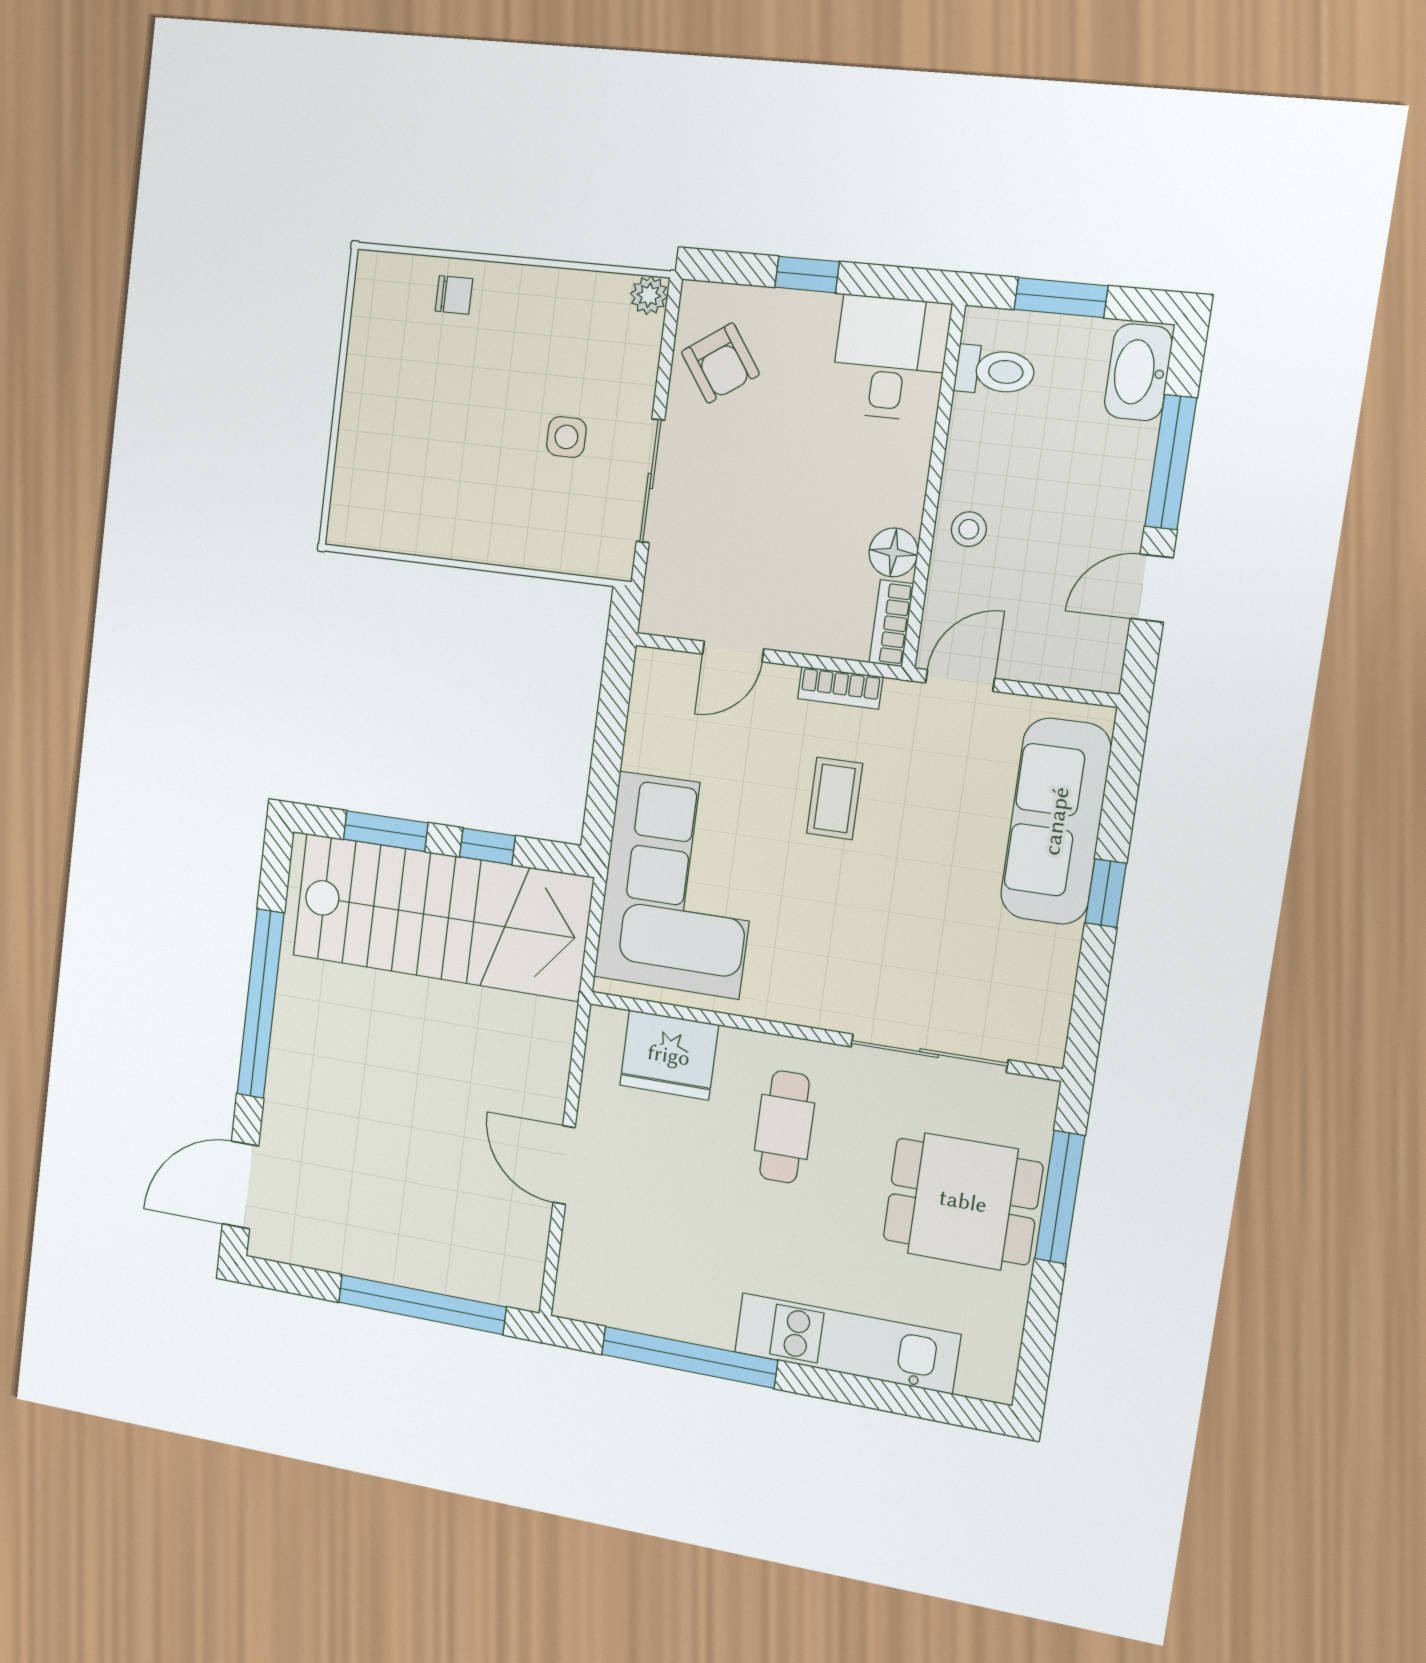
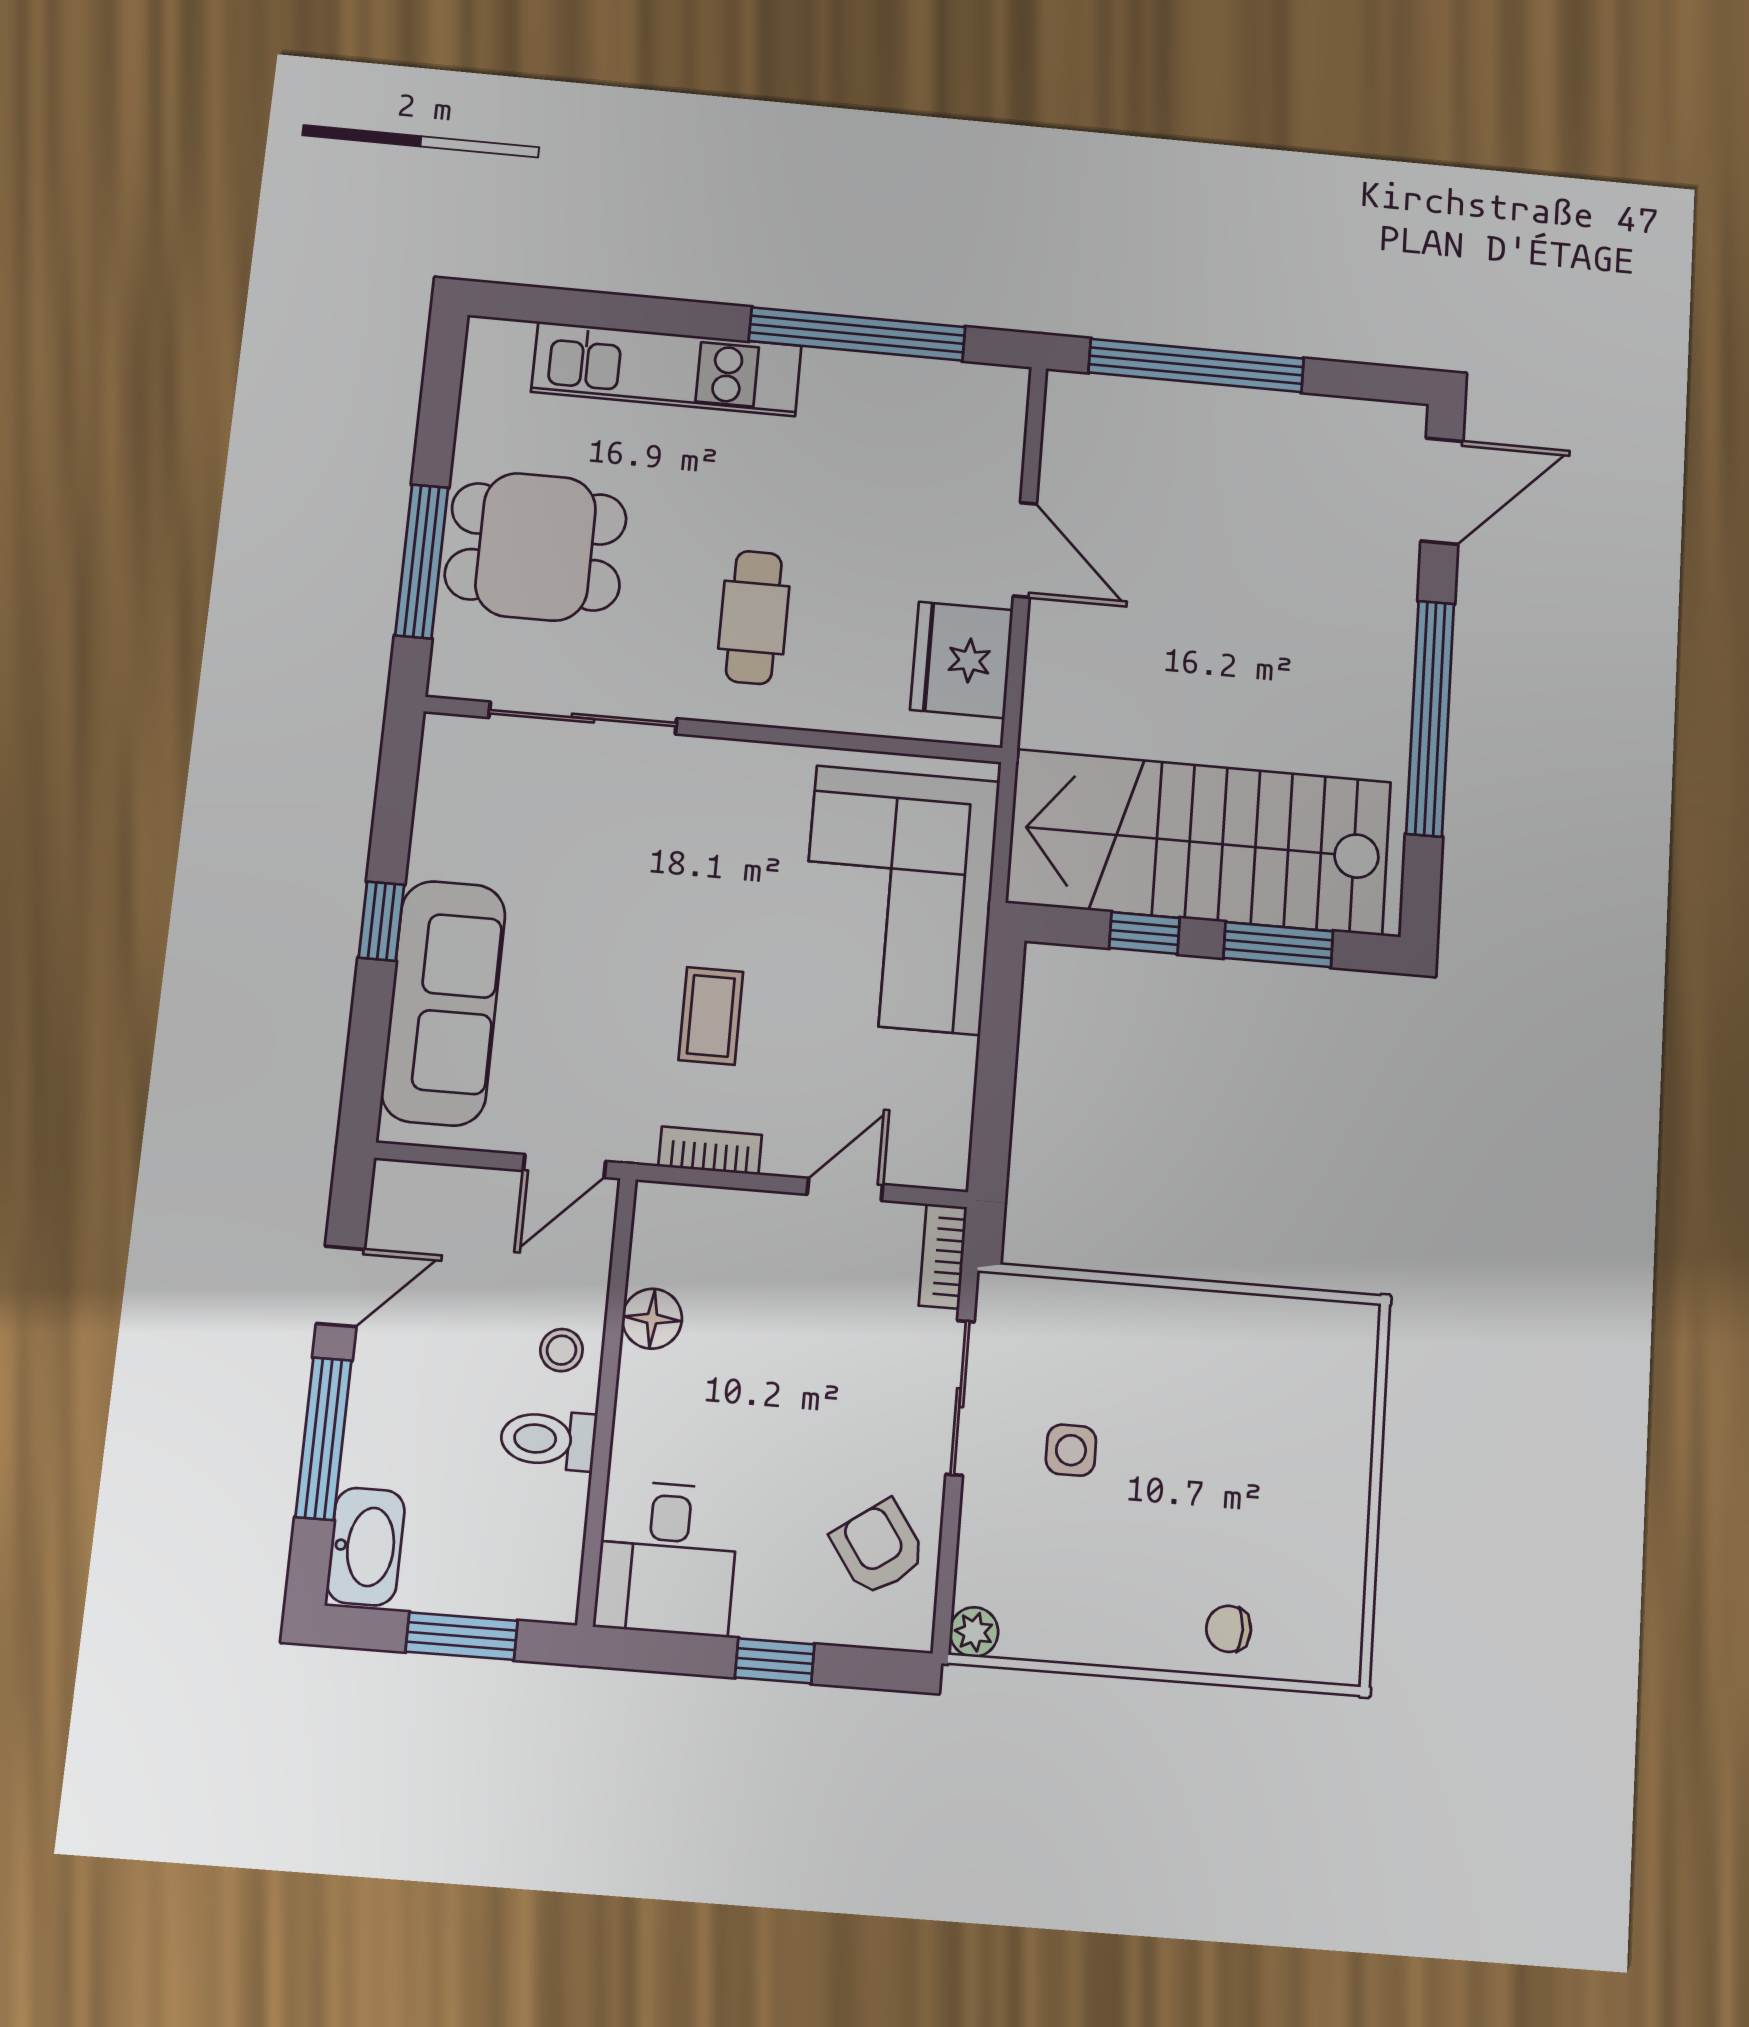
toilet: (995, 371) -> (548, 1440), moved
bookcase: (891, 623) -> (943, 1256), moved, turned 180
fridge: (669, 1055) -> (962, 660), moved, turned -90

